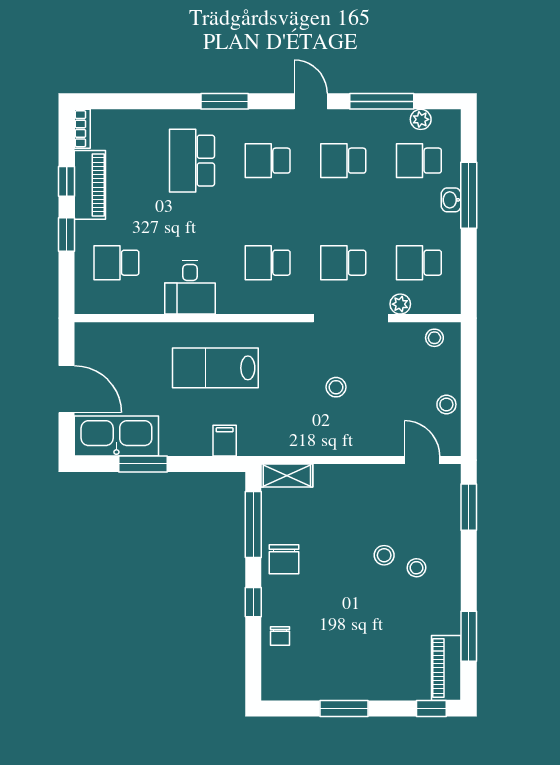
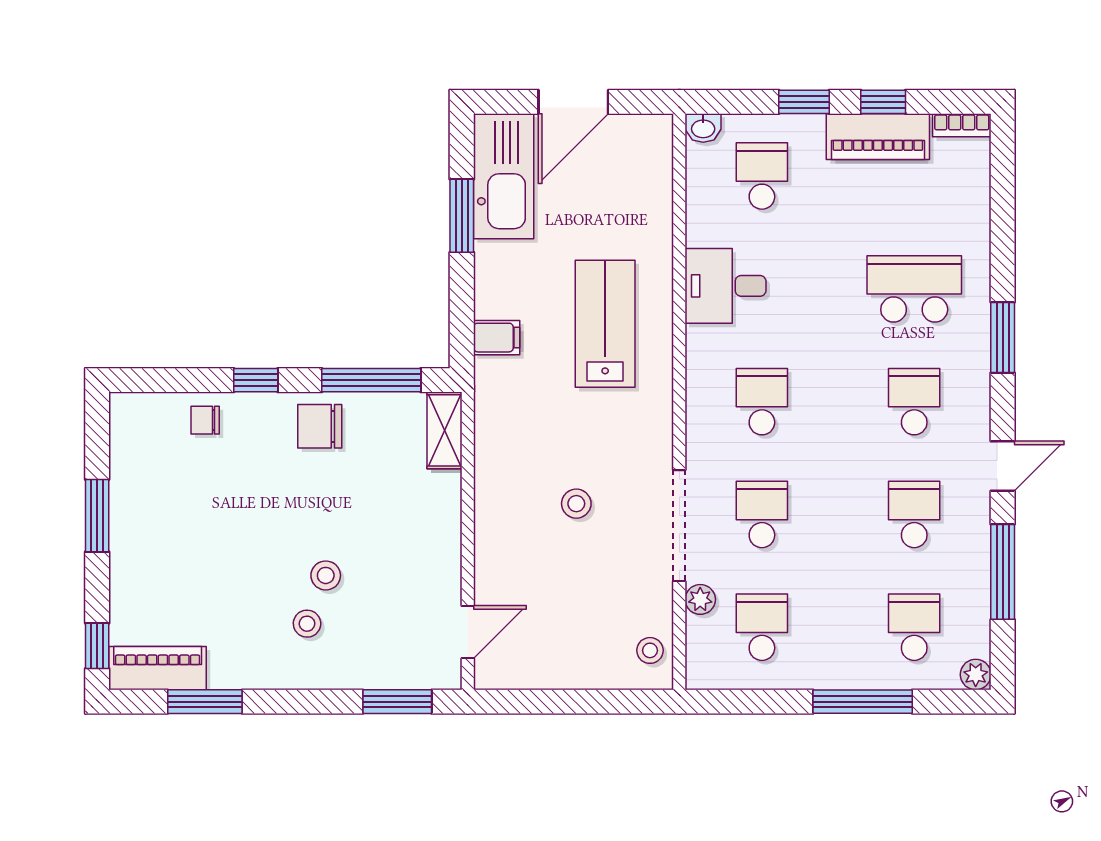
plant: (421, 119) -> (976, 675), moved
washbasin: (451, 200) -> (703, 128), moved, turned 180
stool: (446, 404) -> (550, 668), removed

